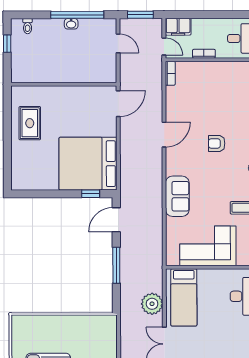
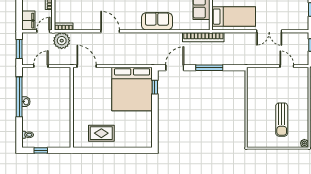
door: (116, 220) -> (175, 68), swing flipped
bookcase: (157, 257) -> (203, 37), added
plant: (152, 304) -> (62, 41), moved

